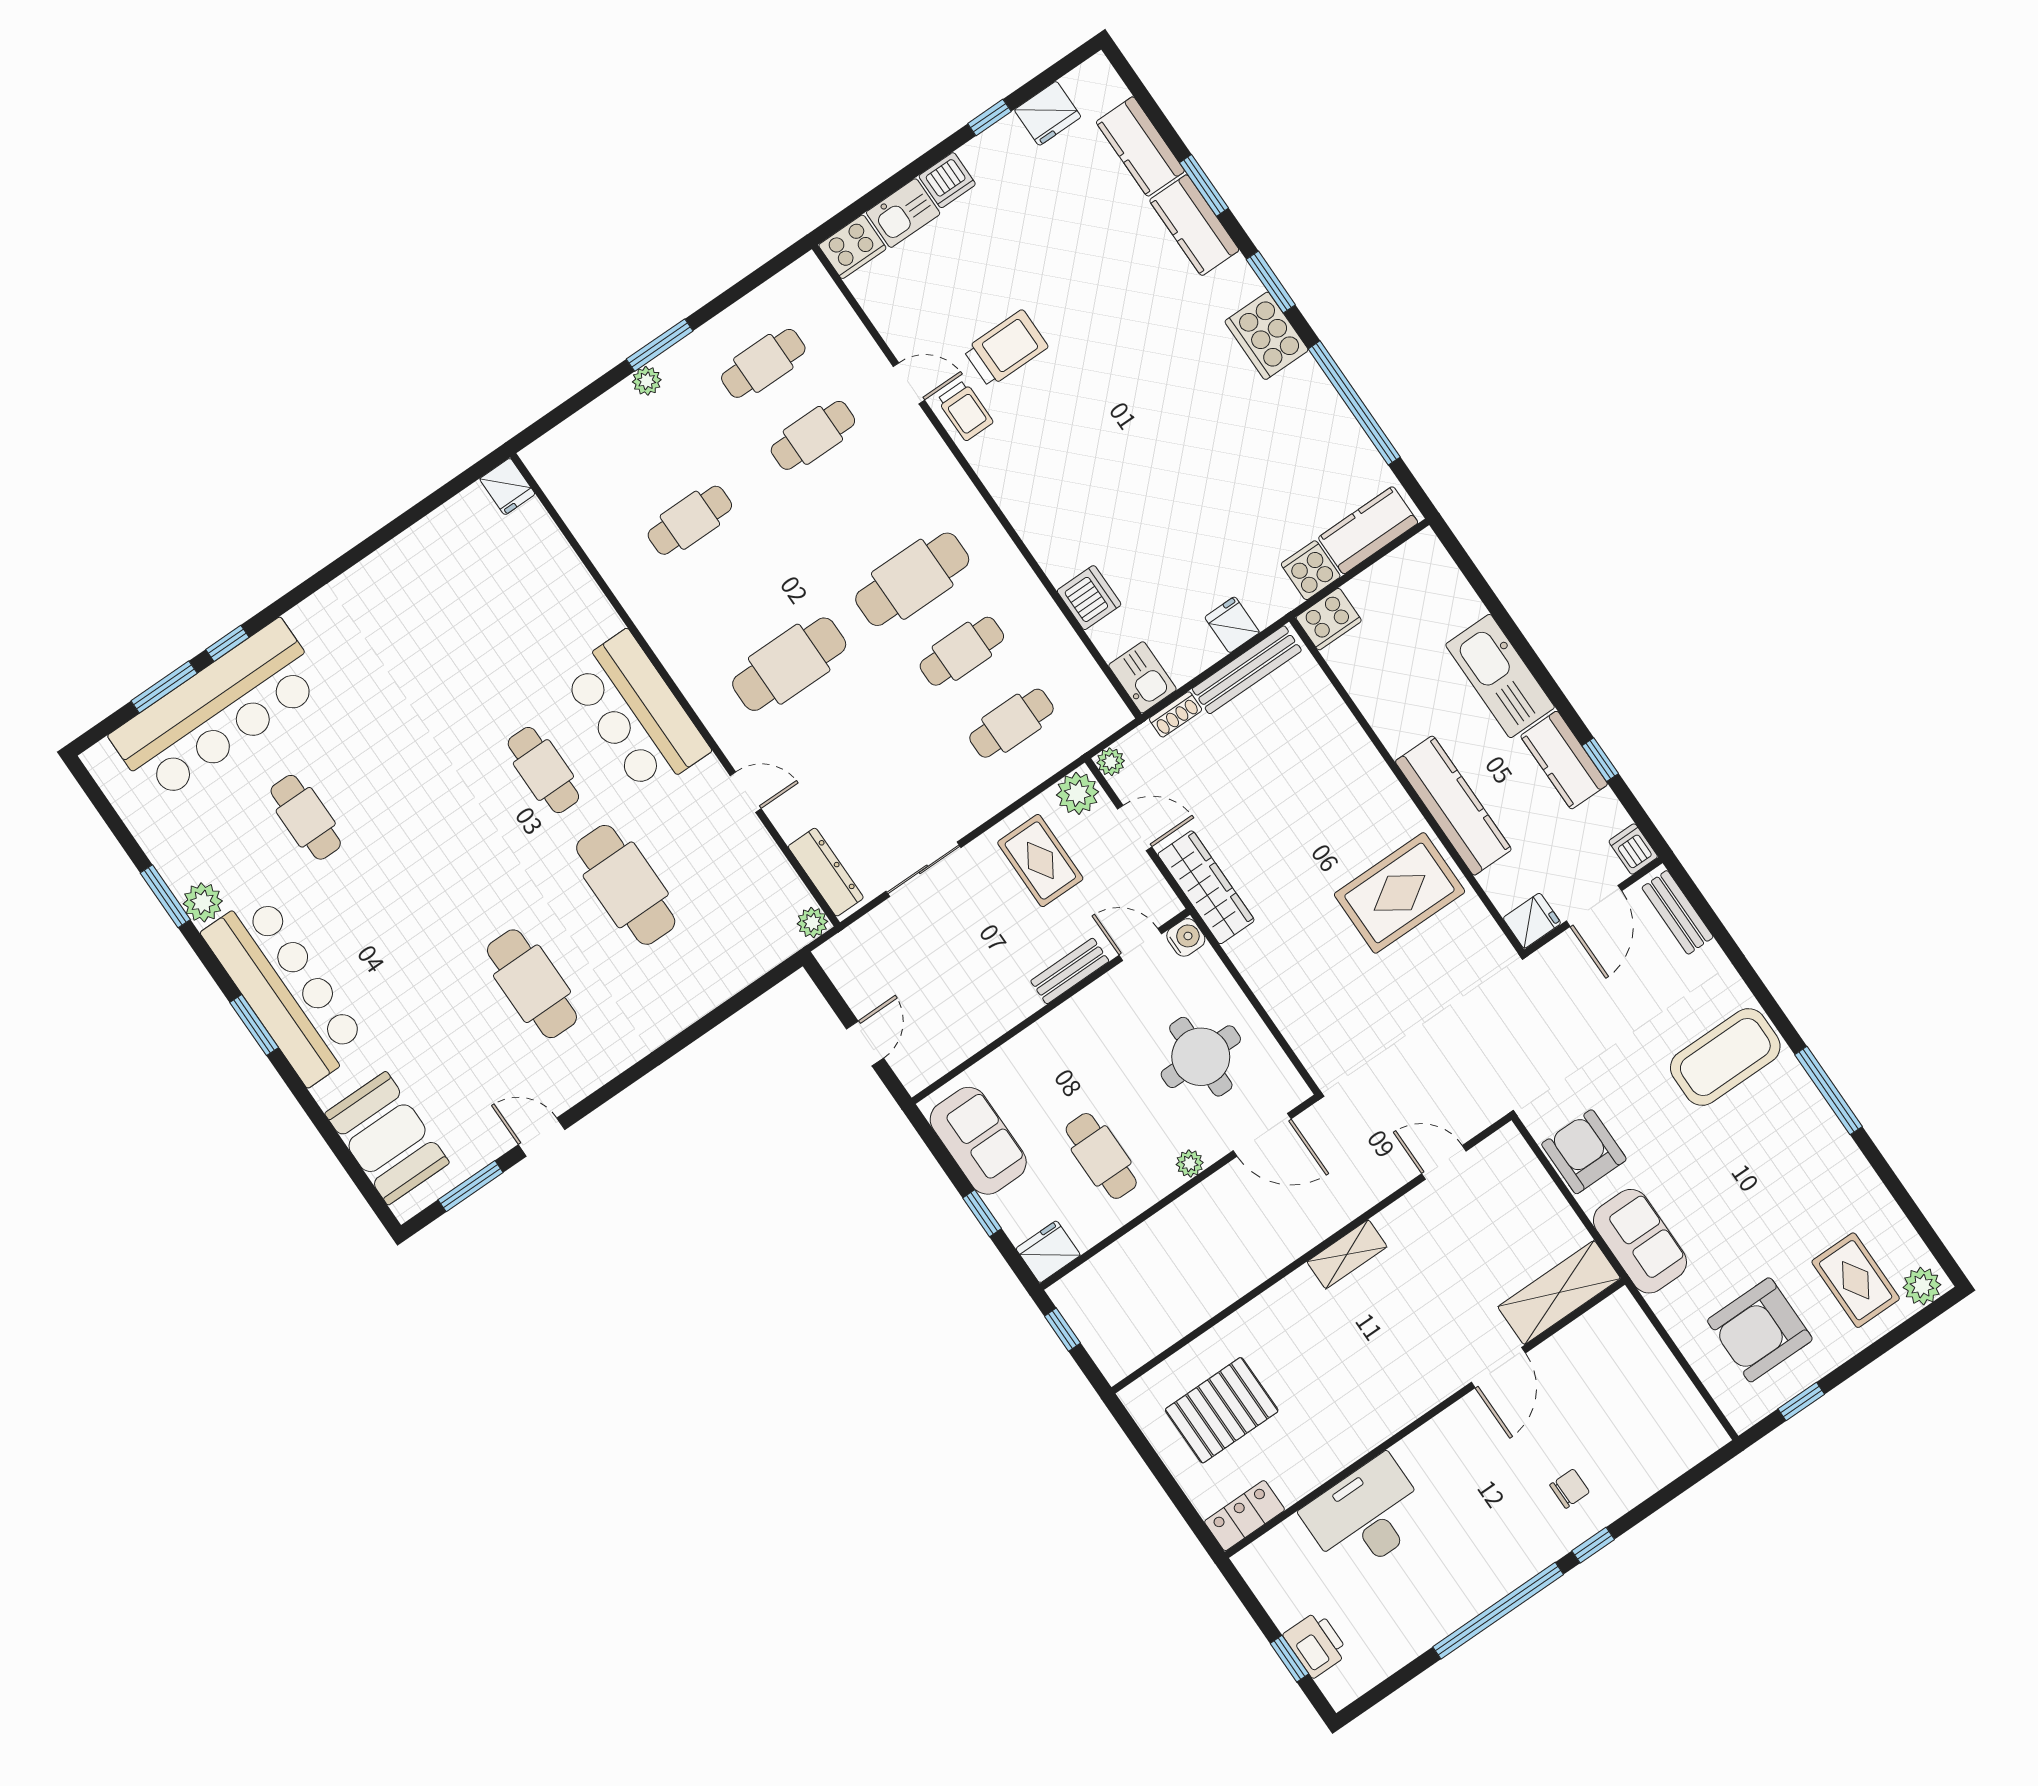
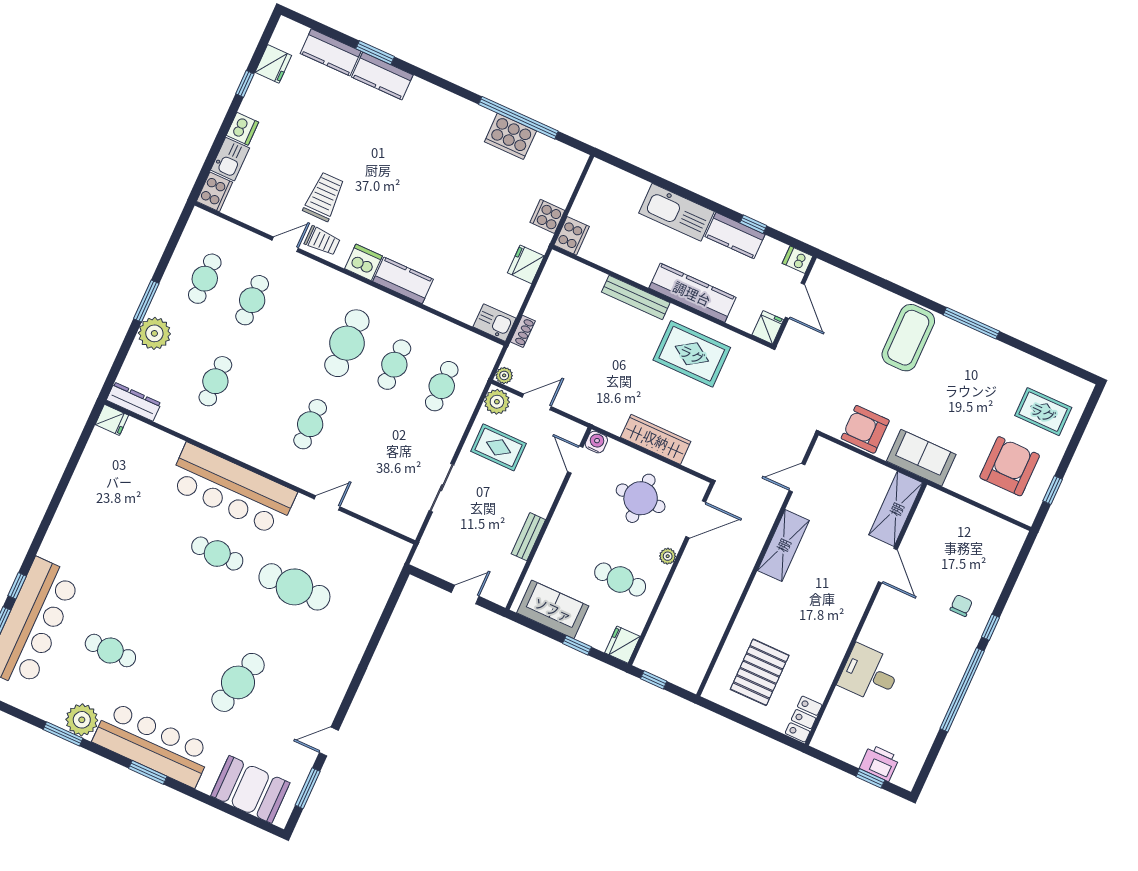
window: (1271, 282) -> (439, 82), removed
cooker: (1266, 336) -> (510, 136), moved
plant: (647, 381) -> (154, 333), width x1.88, depth x1.88
kitchen counter: (1368, 530) -> (403, 280), moved, turned 90
dishwasher: (1089, 598) -> (363, 262), moved
fridge: (1232, 625) -> (526, 264), width x1.38
cafe table: (789, 664) -> (310, 424), width x0.73, depth x0.74
bench: (1247, 670) -> (636, 297), moved, turned 90
bar counter: (636, 713) -> (232, 489), width x1.36
dresser: (826, 872) -> (134, 402), moved
wardrobe: (1206, 887) -> (656, 439), moved
rug: (1400, 893) -> (692, 354), turned 90
plant: (203, 902) -> (82, 720), width x1.36, depth x1.36
bench: (1678, 912) -> (840, 278), removed
plant: (812, 923) -> (401, 549), removed
door: (1140, 945) -> (575, 460), hinge flipped
bench: (1070, 971) -> (528, 537), moved
cafe table: (532, 984) -> (238, 682), moved, turned -75
door: (865, 1043) -> (465, 594), hinge flipped
shelving: (1347, 1254) -> (783, 545), width x1.50, depth x1.33
plant: (1922, 1286) -> (1079, 394), removed
armchair: (1760, 1330) -> (1010, 466), turned 180
desk: (1366, 1516) -> (869, 674), width x0.73

